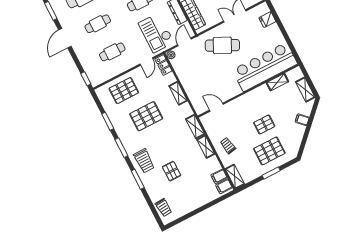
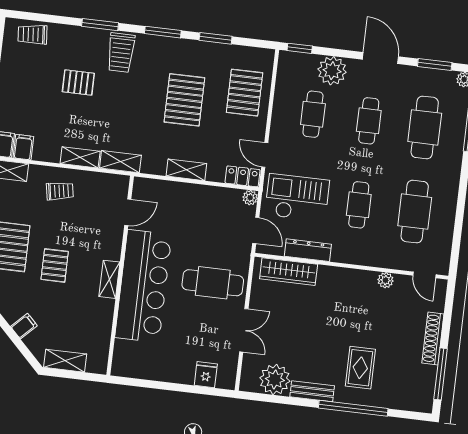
cafe table: (222, 45) -> (213, 283), turned 64
plant: (86, 57) -> (332, 71), added
bar counter: (265, 67) -> (143, 286), moved
shelving: (277, 82) -> (109, 279), moved
trolley: (144, 161) -> (121, 53), turned -90

